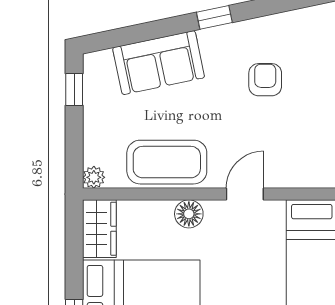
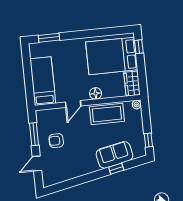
window: (214, 17) -> (116, 169), moved
armchair: (265, 80) -> (56, 141), moved, turned 90

